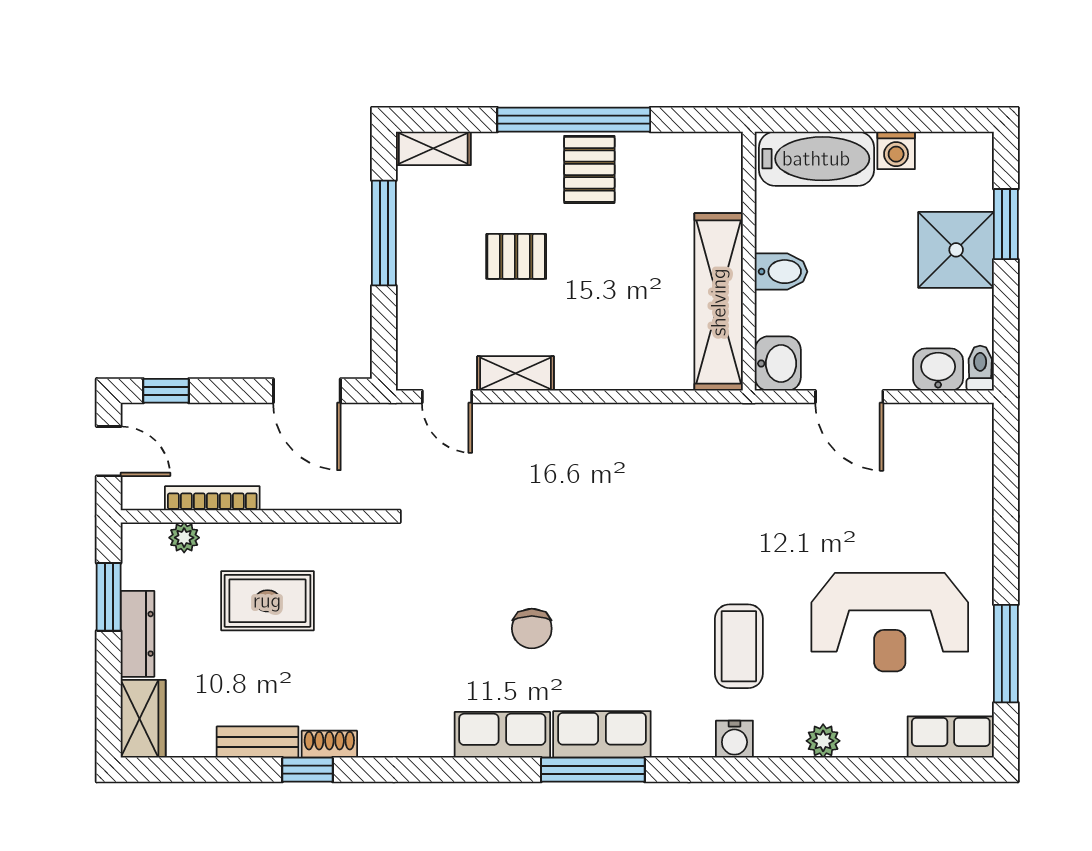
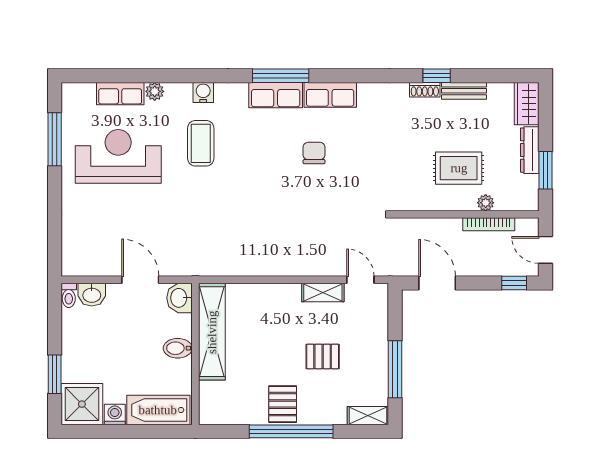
shower: (956, 250) -> (82, 404), moved
plant: (184, 538) -> (486, 203), moved
row of seats: (951, 737) -> (120, 94), moved

